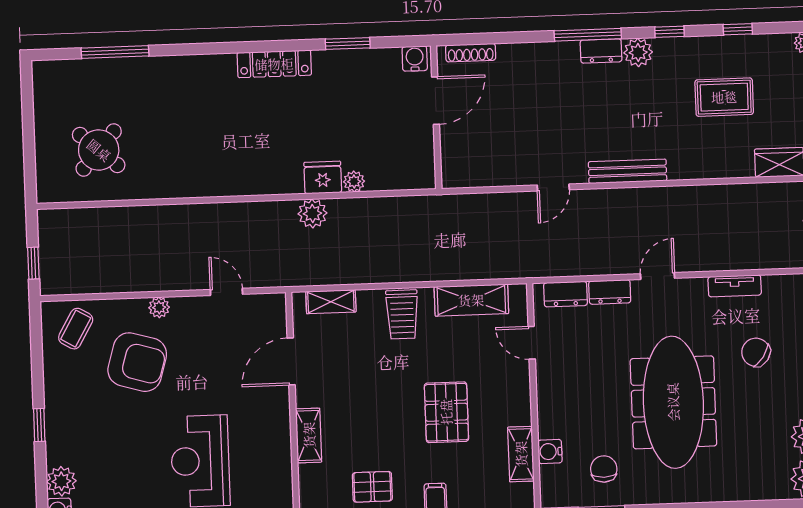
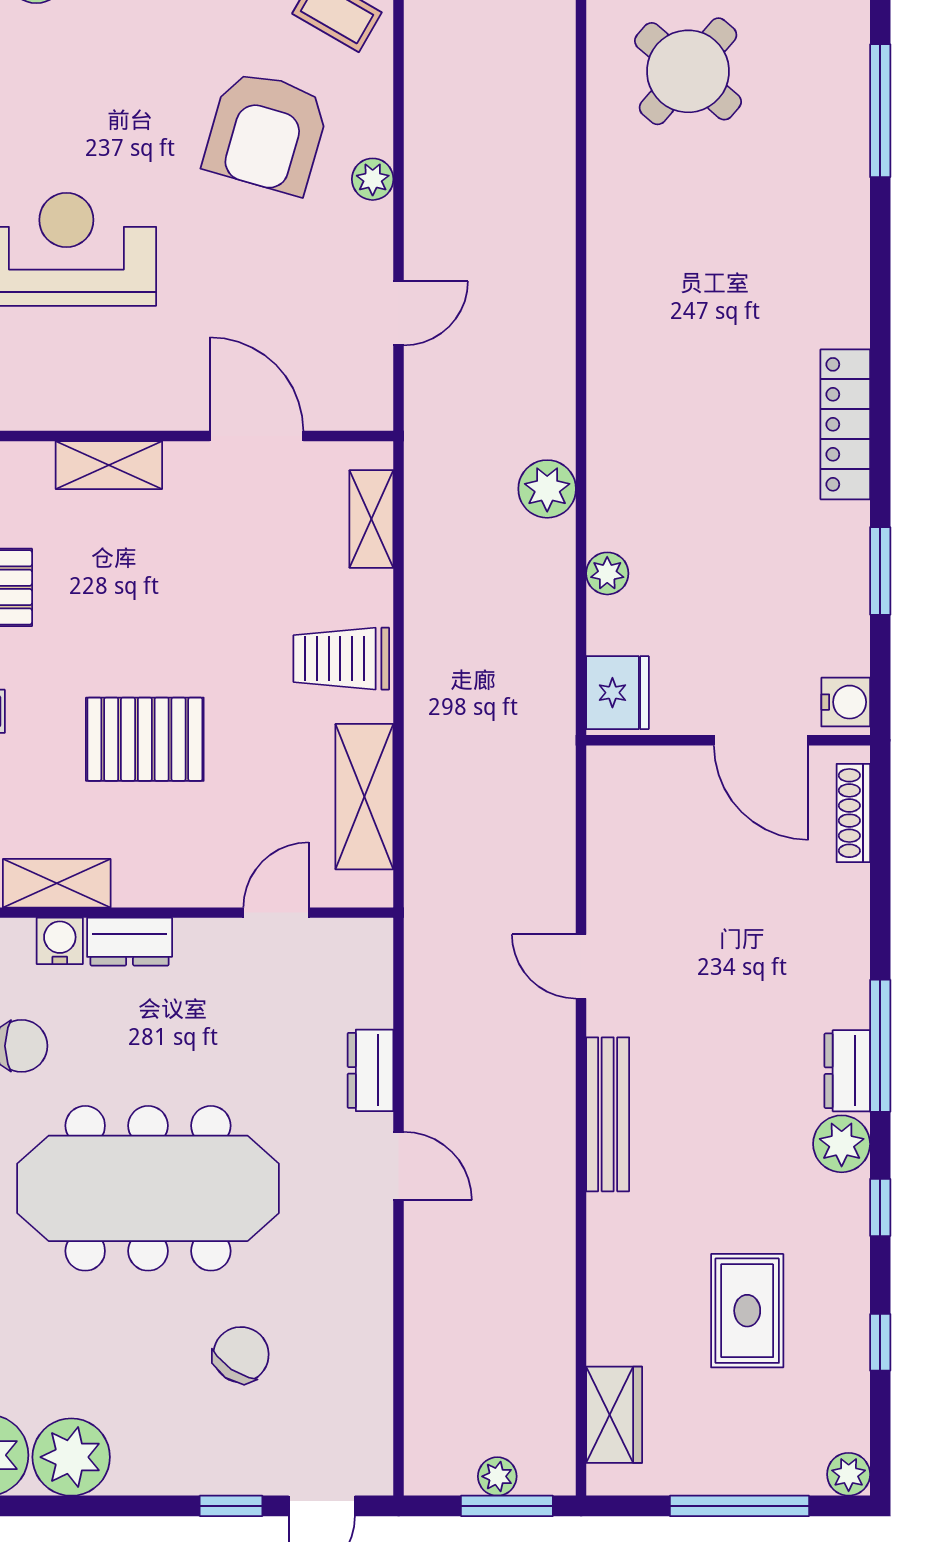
fridge: (323, 177) -> (617, 693), moved
tv unit: (735, 286) -> (374, 1318), removed
dresser: (565, 294) -> (130, 942), moved, turned -90

